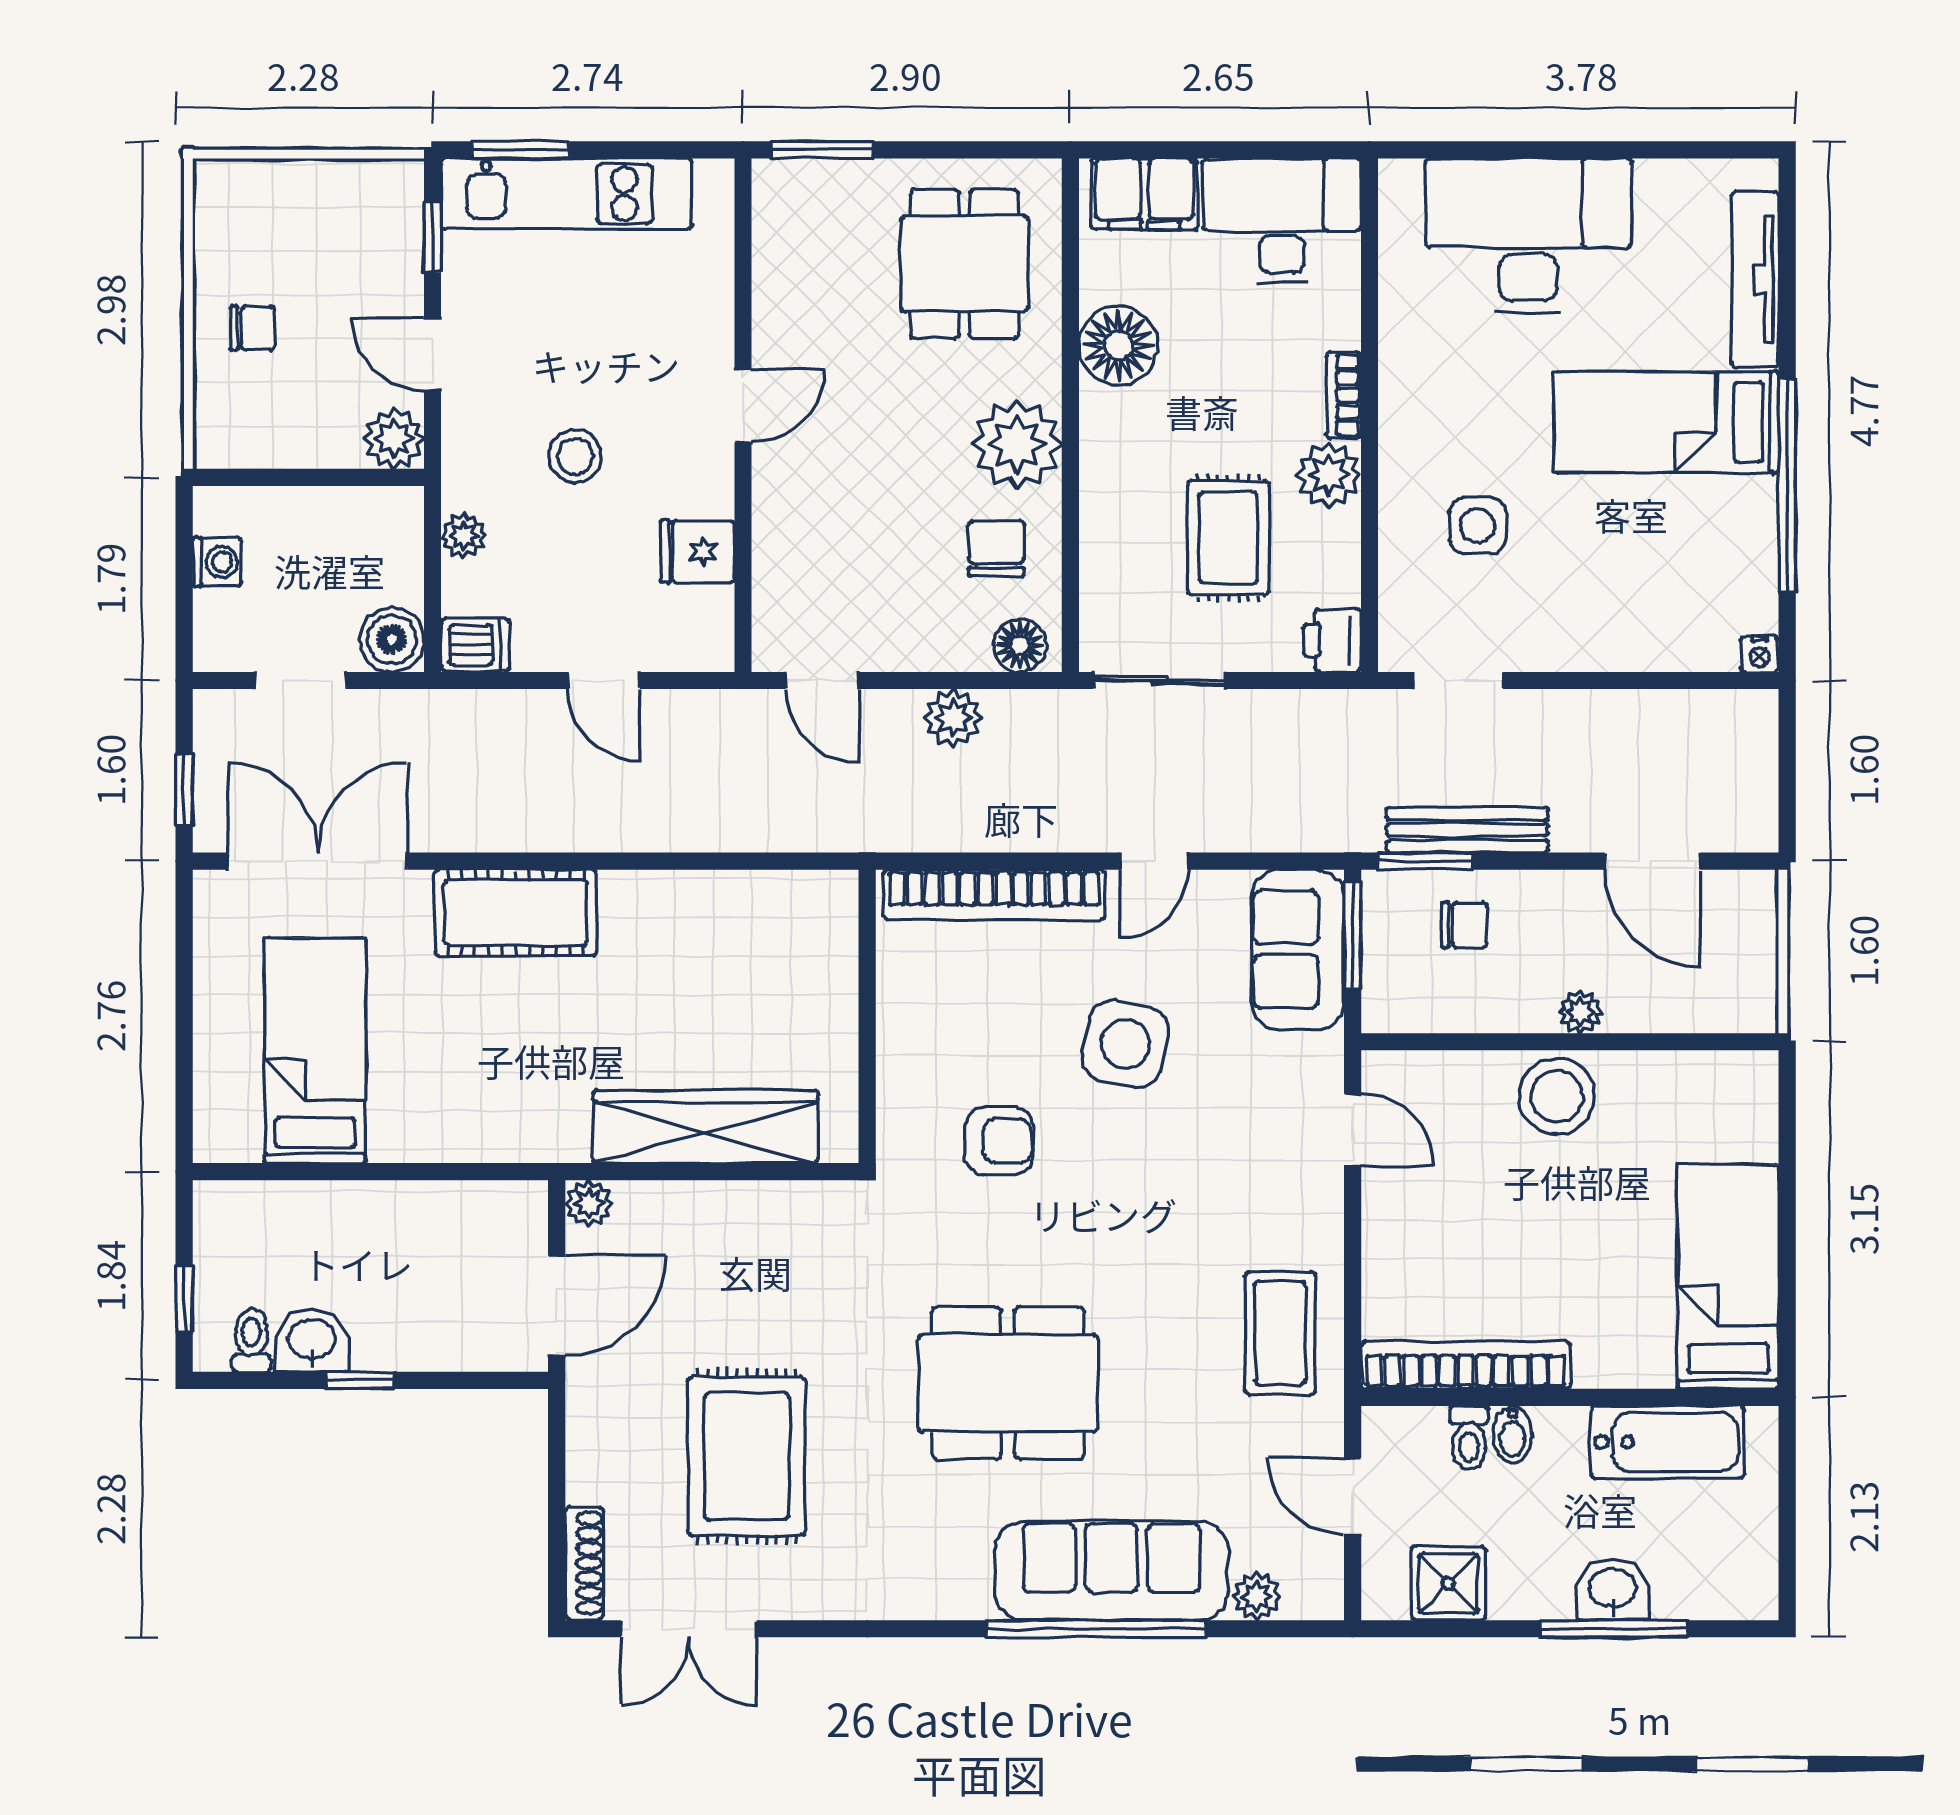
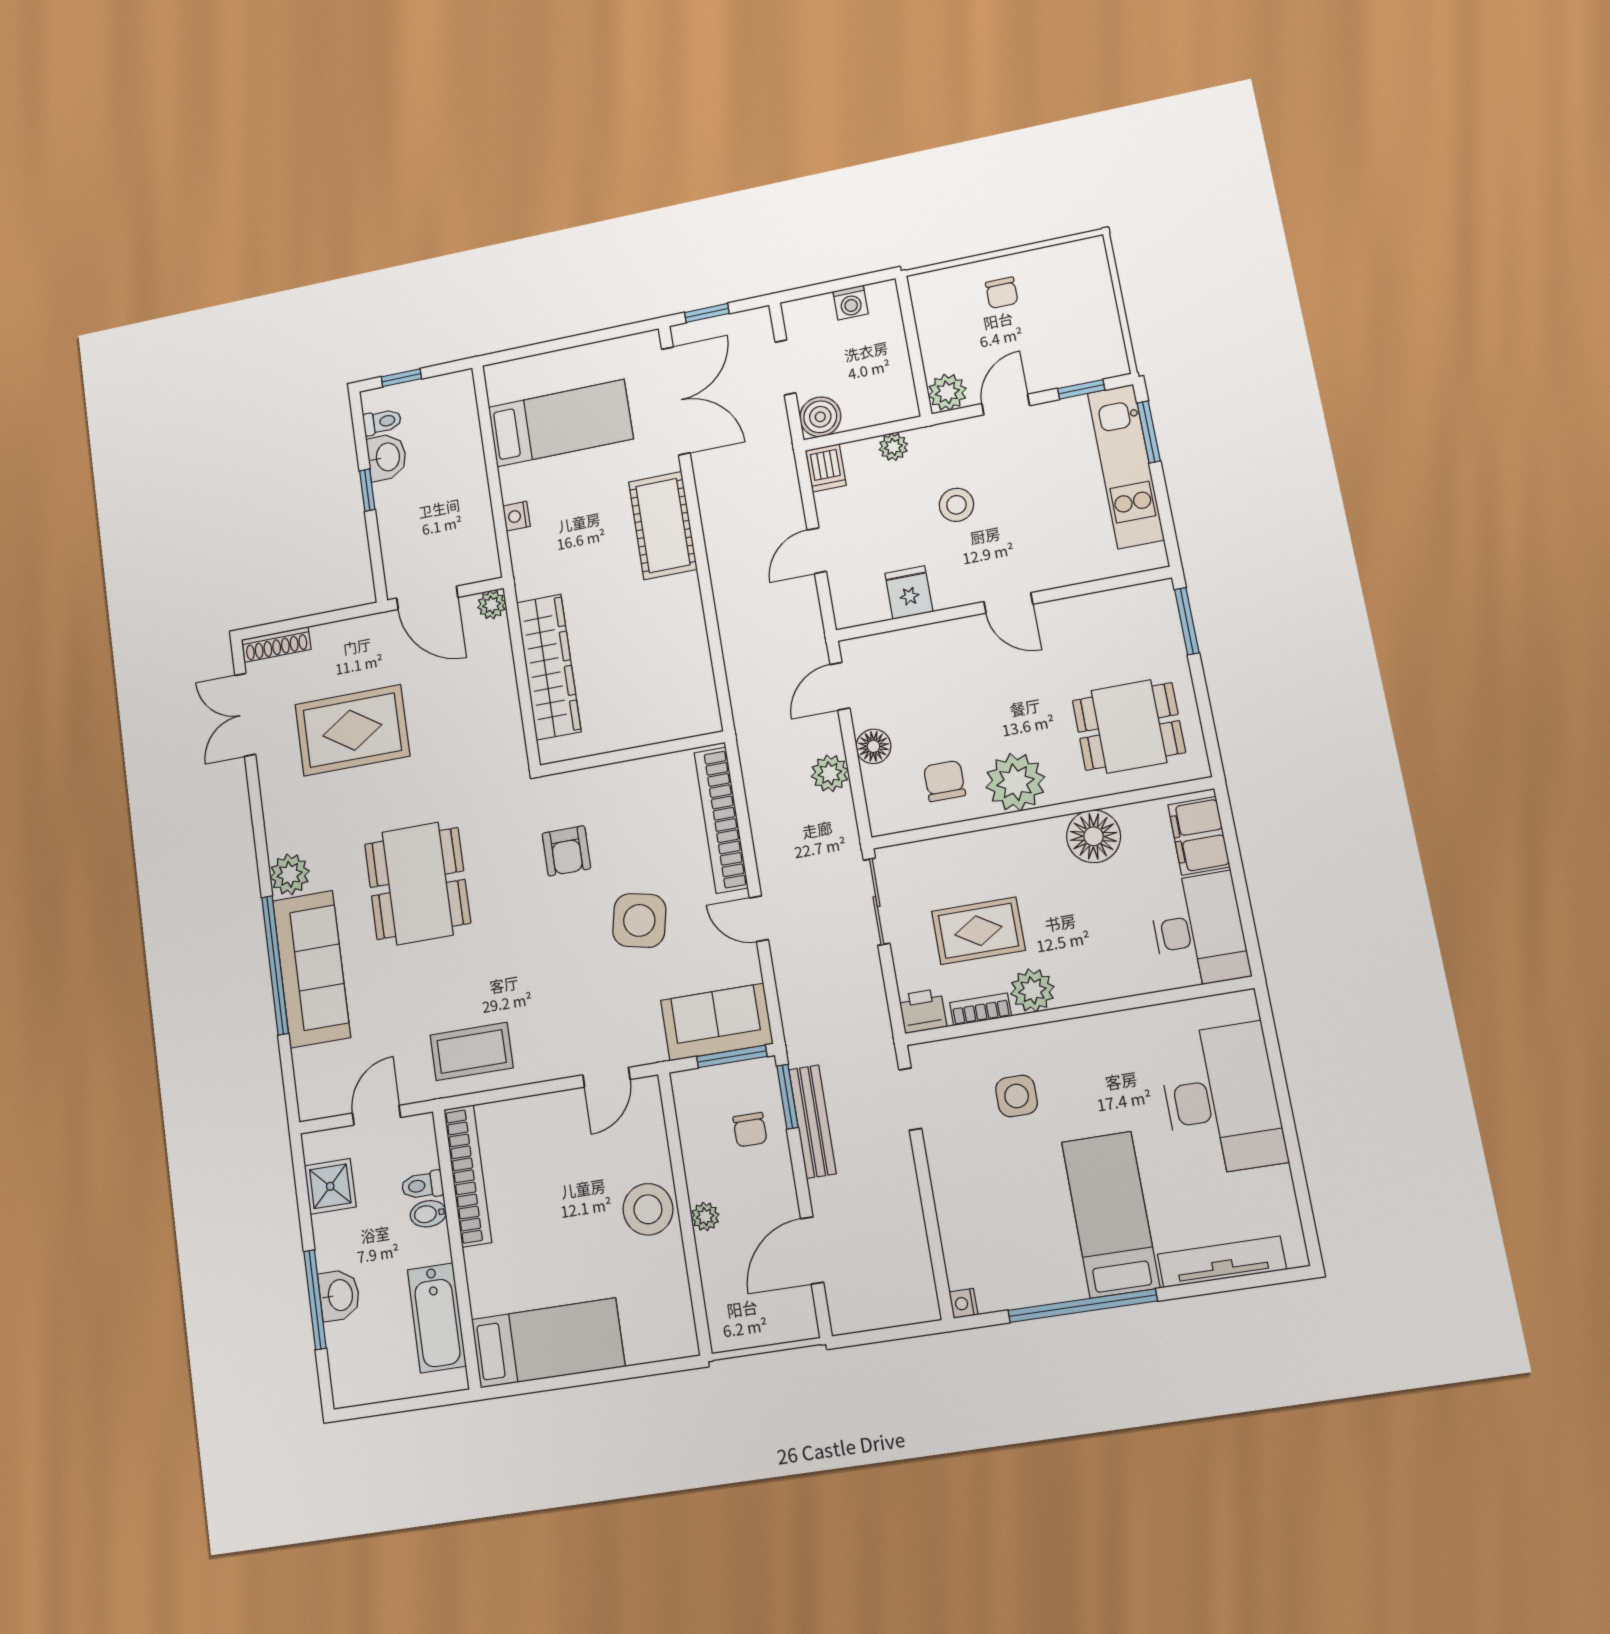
bookcase: (1344, 395) -> (981, 1009), moved
chair: (996, 549) -> (944, 781), turned -90
floor lamp: (1020, 645) -> (873, 746), moved
nightstand: (453, 1143) -> (516, 516), added
plant: (1257, 1596) -> (290, 874), moved, width x1.38, depth x1.38

